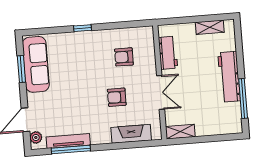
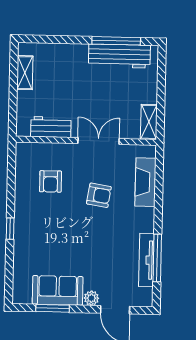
sofa: (36, 64) -> (58, 290), width x0.73
workbench: (229, 77) -> (119, 56), moved
armchair: (117, 97) -> (99, 195), turned -81
plant: (36, 137) -> (91, 298), moved

